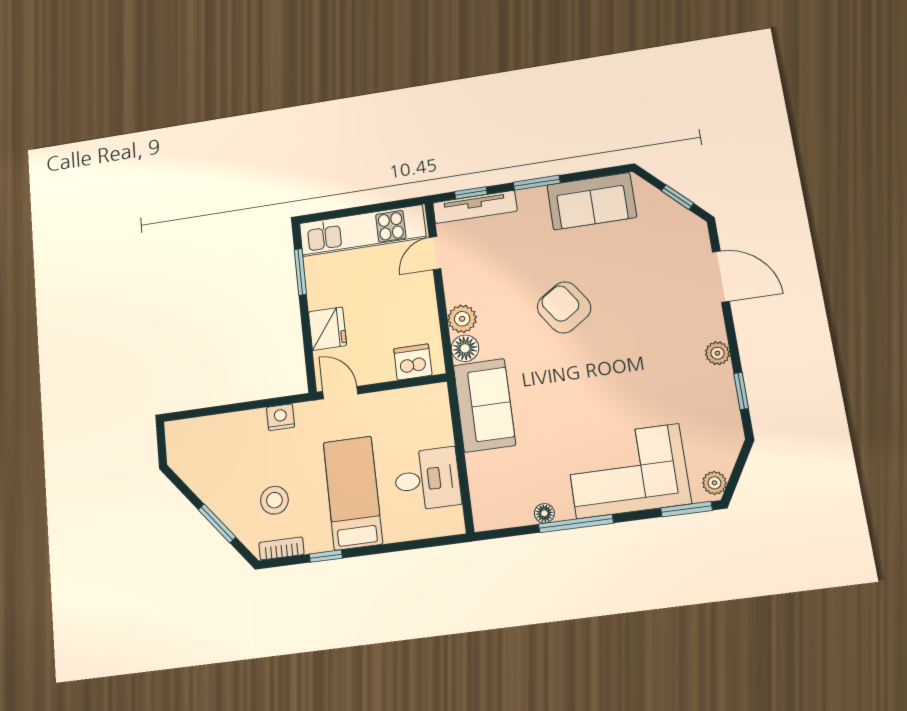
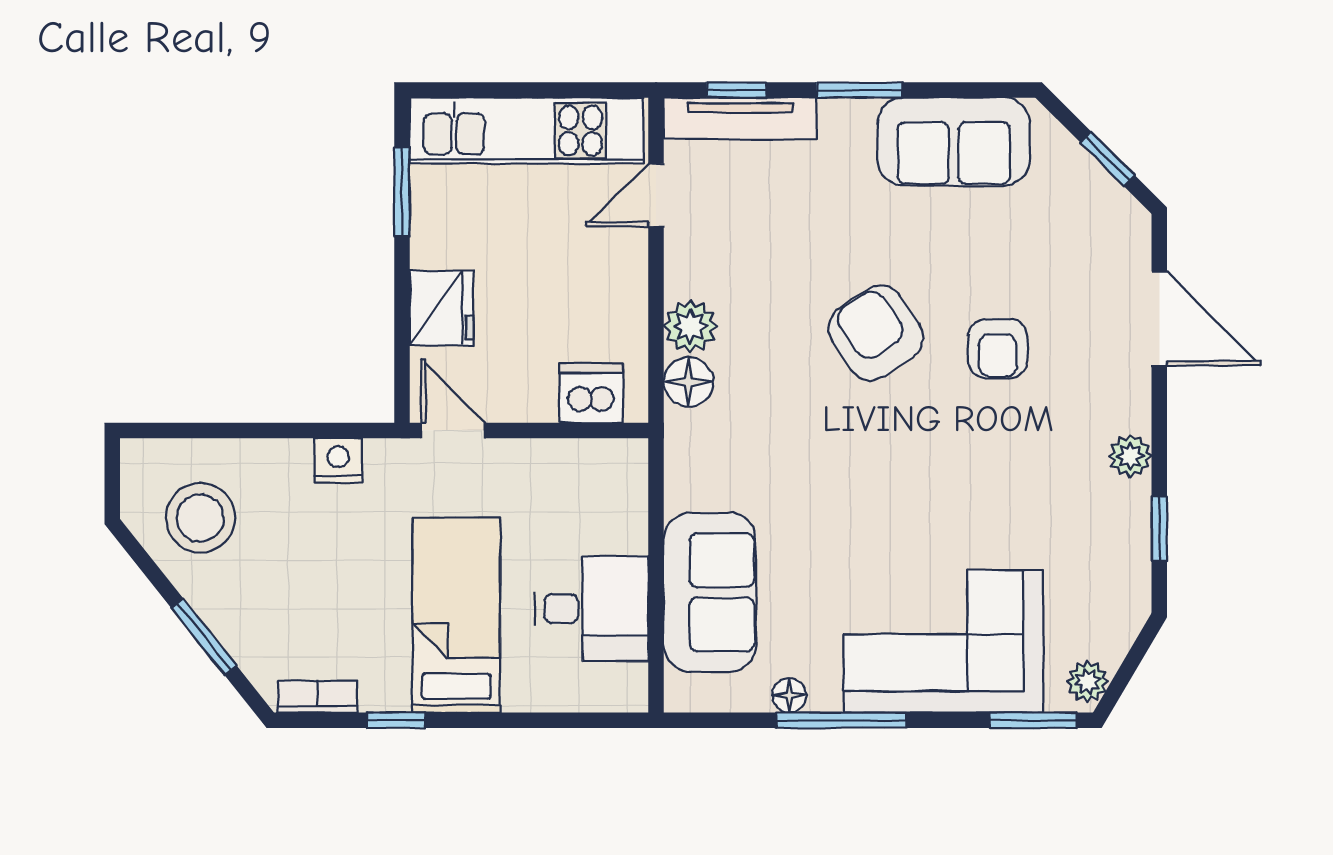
armchair: (633, 306) -> (998, 348), added
sofa: (484, 405) -> (710, 592), moved
stool: (274, 500) -> (200, 518), moved, width x1.38, depth x1.38

